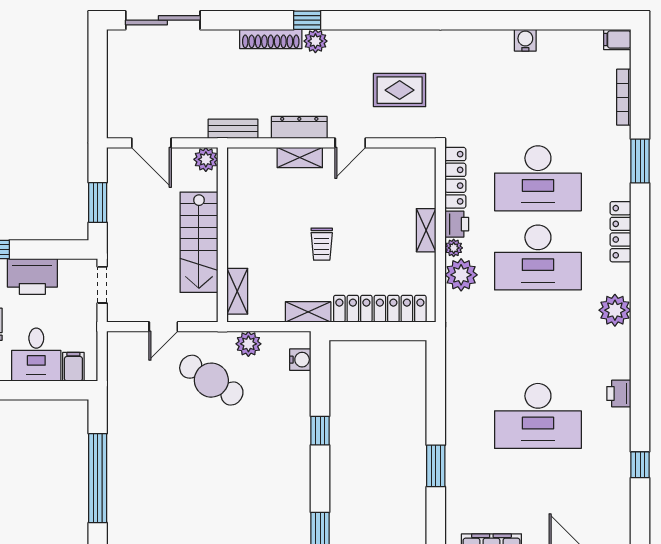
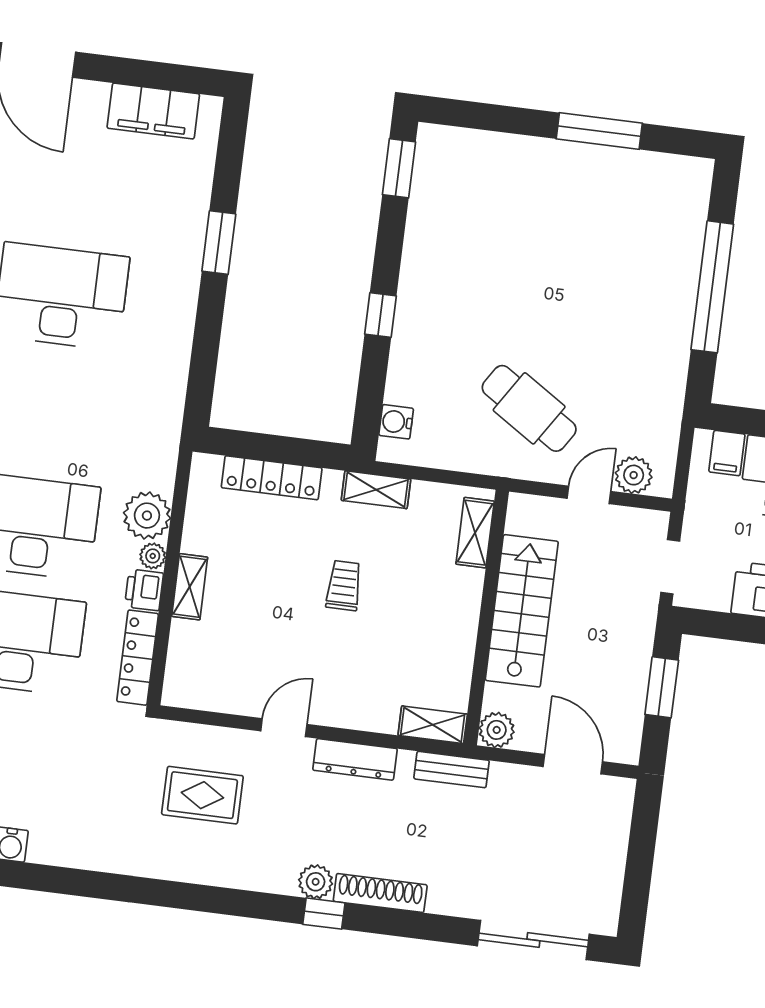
shelving: (300, 158) -> (433, 725), moved
locker: (380, 309) -> (272, 478), width x0.71, depth x0.83
plant: (248, 344) -> (634, 475), moved

